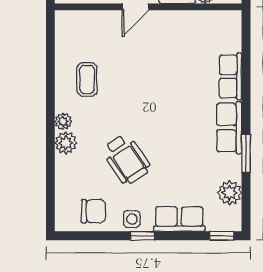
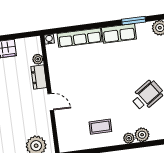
water cooler: (234, 17) -> (49, 39), added
row of seats: (231, 76) -> (80, 38), width x1.48

